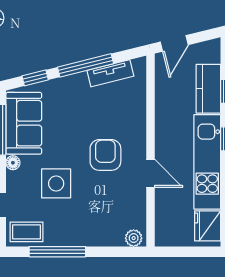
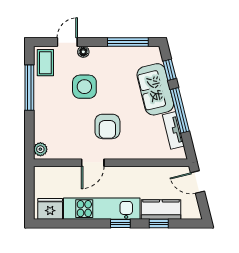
sofa: (24, 123) -> (155, 89), moved, turned 76
armchair: (105, 155) -> (107, 126), turned 90
floor lamp: (13, 163) -> (83, 52), moved

